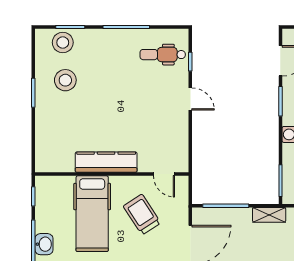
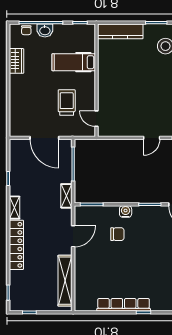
kitchen counter: (106, 162) -> (120, 31), moved, turned 90
door: (164, 174) -> (96, 119), hinge flipped
hospital bed: (92, 214) -> (74, 62), width x0.73, depth x0.78
trolley: (142, 215) -> (67, 103), turned -57

